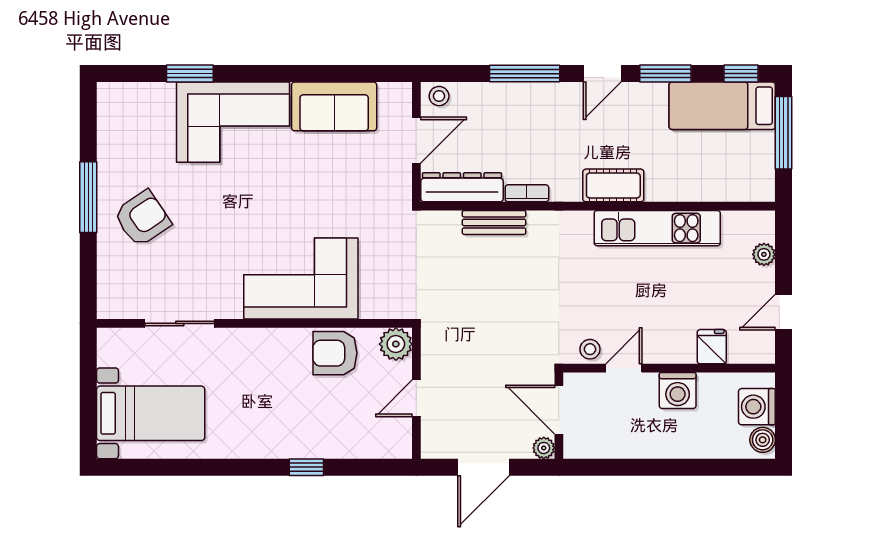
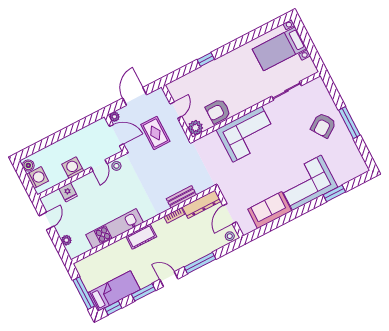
door: (602, 74) -> (169, 279), hinge flipped
armchair: (335, 353) -> (218, 111), turned 180
rug: (480, 374) -> (155, 133), added

